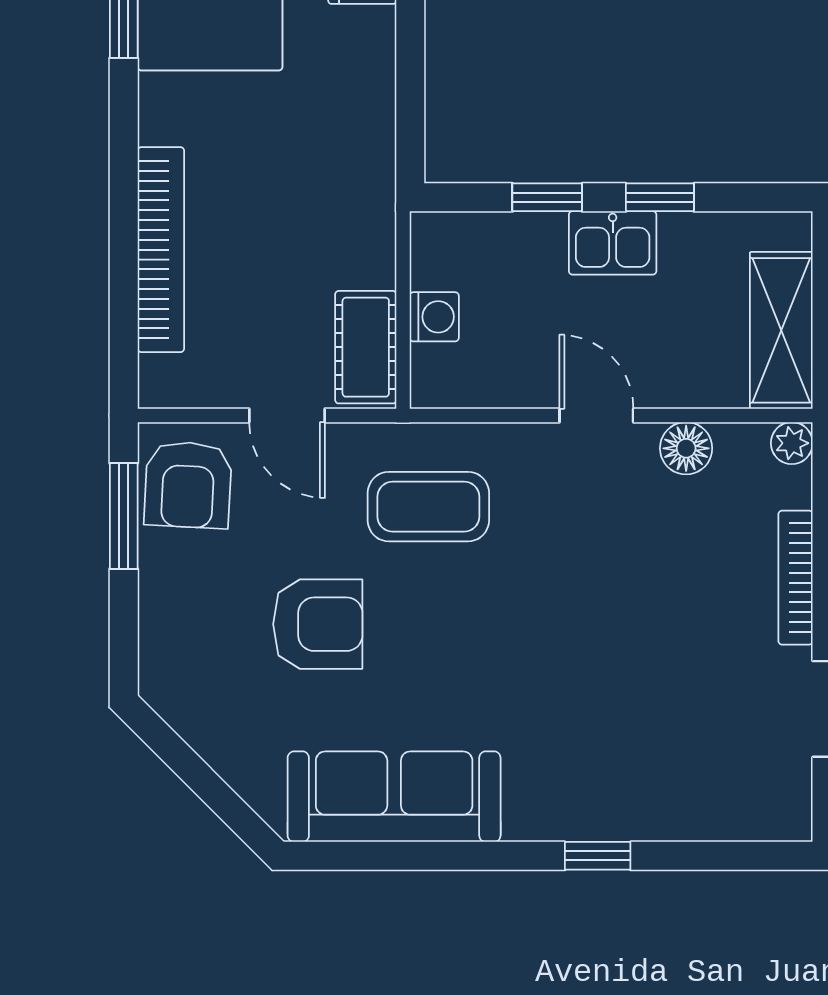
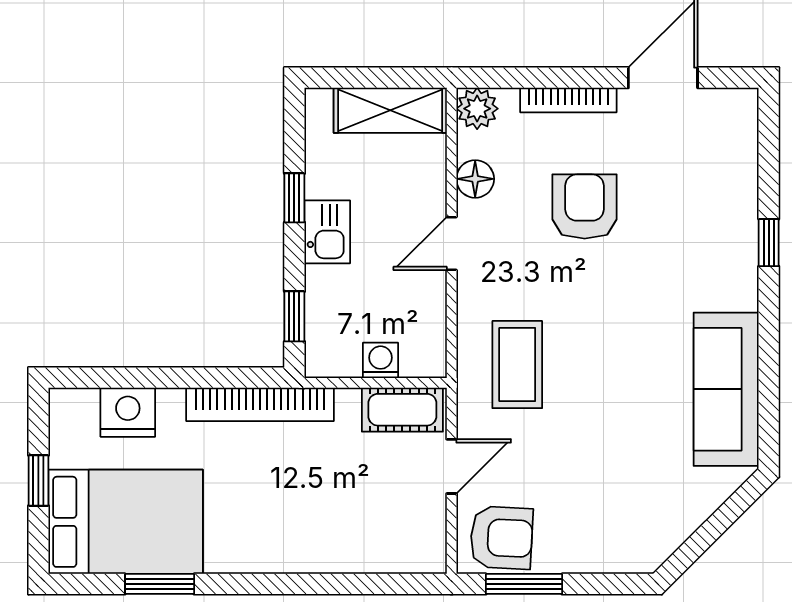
window: (547, 197) -> (294, 316), moved
bookcase: (161, 250) -> (260, 404), moved, turned 180
plant: (792, 443) -> (477, 109), width x1.38, depth x1.38
armchair: (318, 624) -> (585, 207), moved

